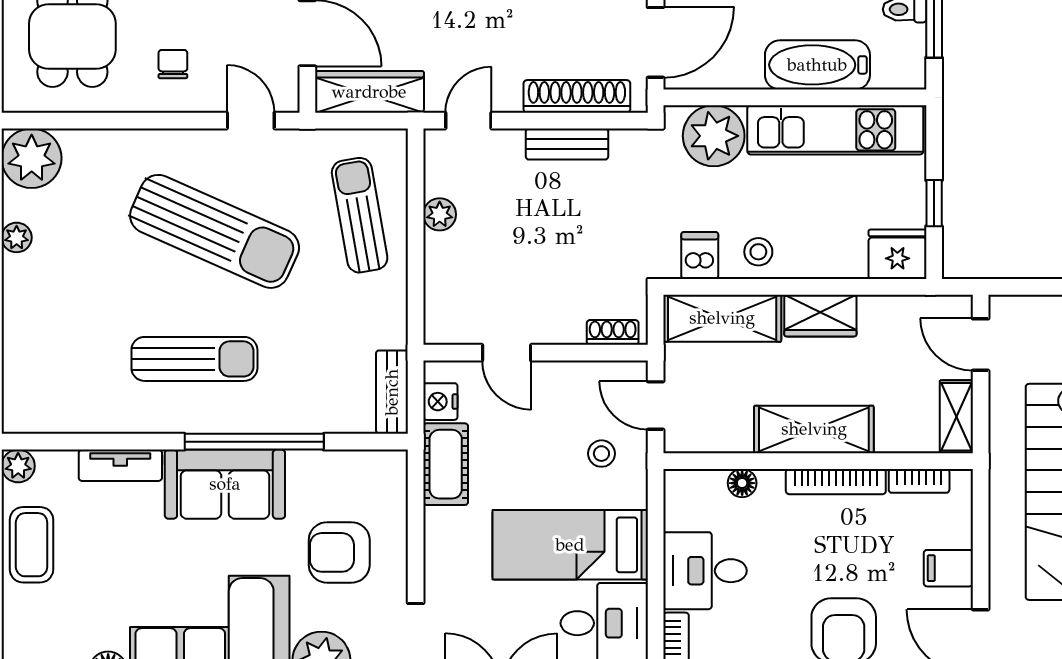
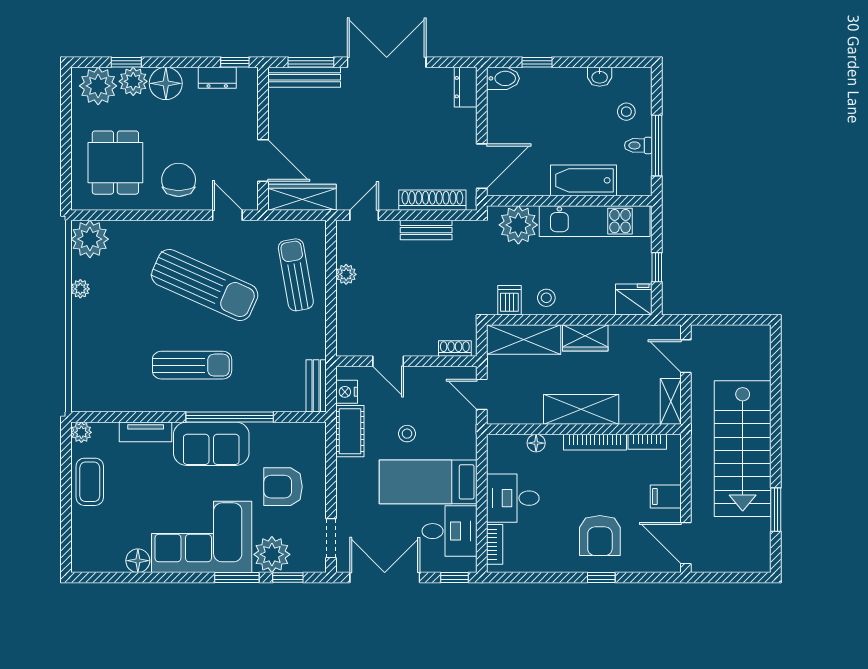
chair: (173, 64) -> (179, 180), width x1.87, depth x1.87
stool: (601, 454) -> (407, 434), moved

